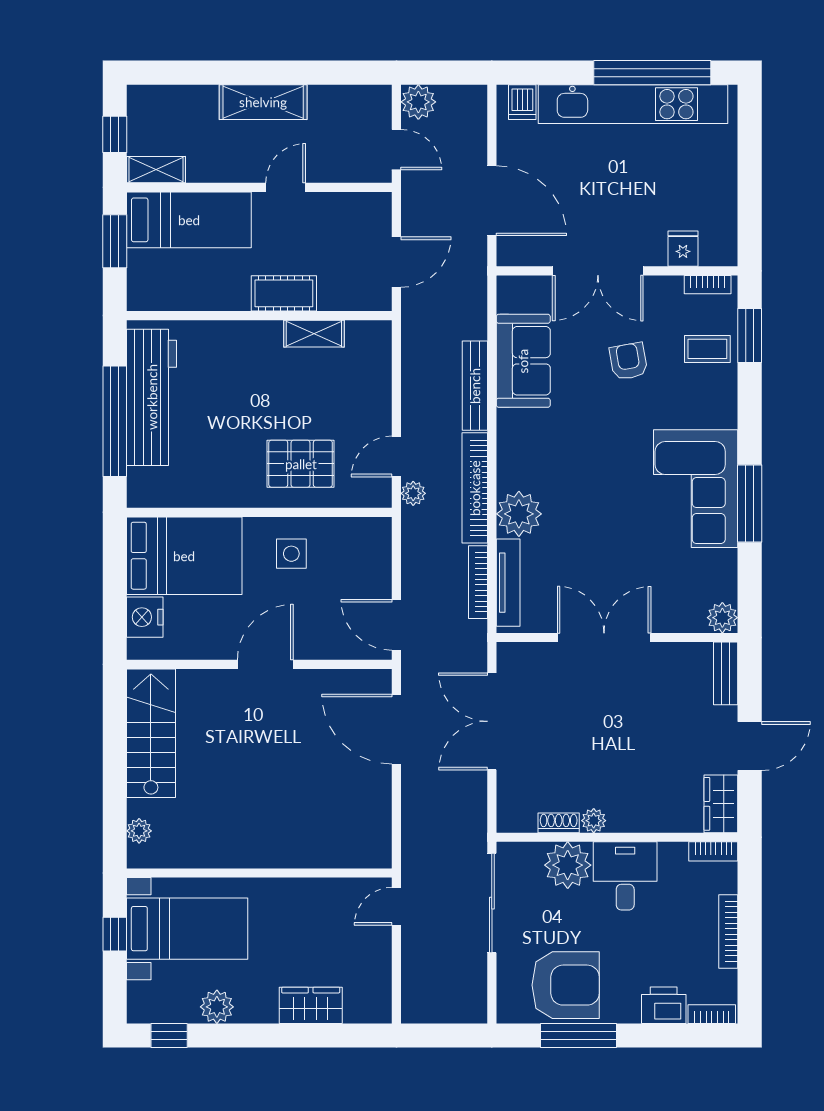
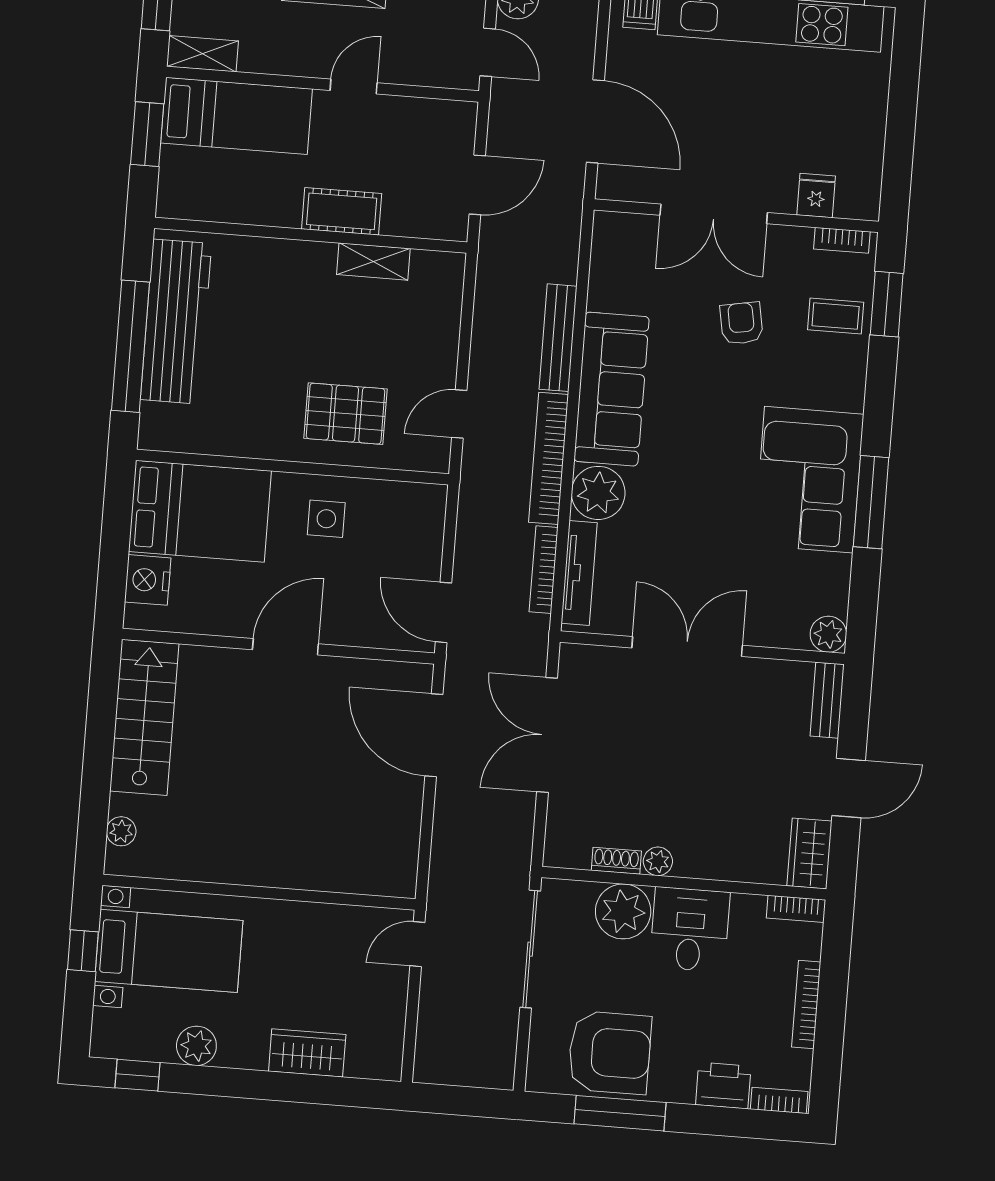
sofa: (523, 361) -> (612, 389), moved, width x1.36
plant: (413, 493) -> (476, 459), removed

